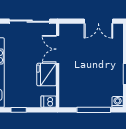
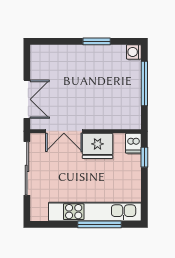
double door: (98, 21) -> (27, 99), moved
window: (19, 110) -> (144, 157), moved

